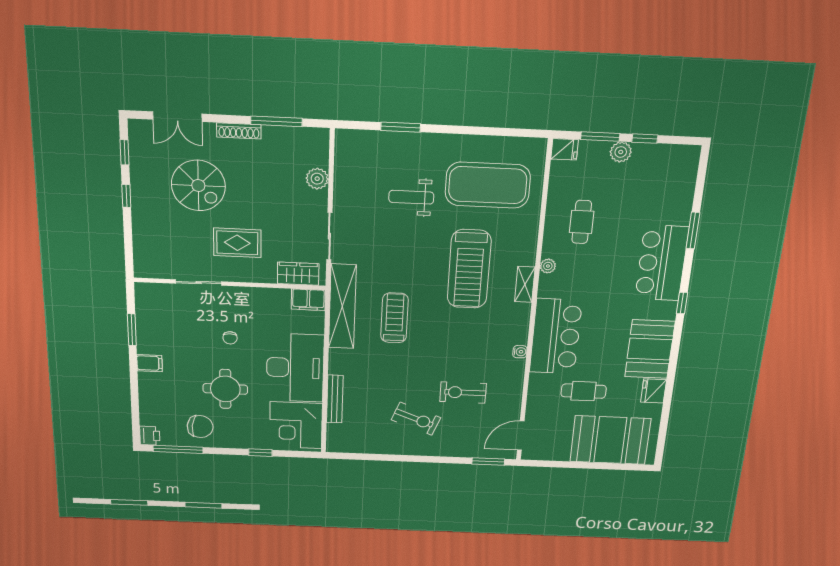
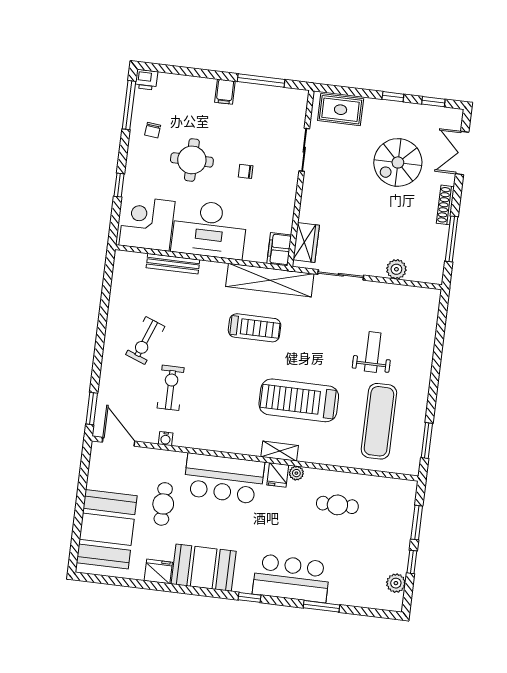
window: (401, 127) -> (427, 441), moved
fridge: (565, 149) -> (278, 475), moved
plant: (621, 152) -> (396, 583), moved
exercise mat: (488, 185) -> (379, 421), width x0.68
rug: (237, 243) -> (341, 110), moved, turned 90
window: (132, 330) -> (261, 81), width x1.44
water cooler: (520, 352) -> (166, 439), moved
chair: (200, 427) -> (153, 130), width x0.54, depth x0.54

